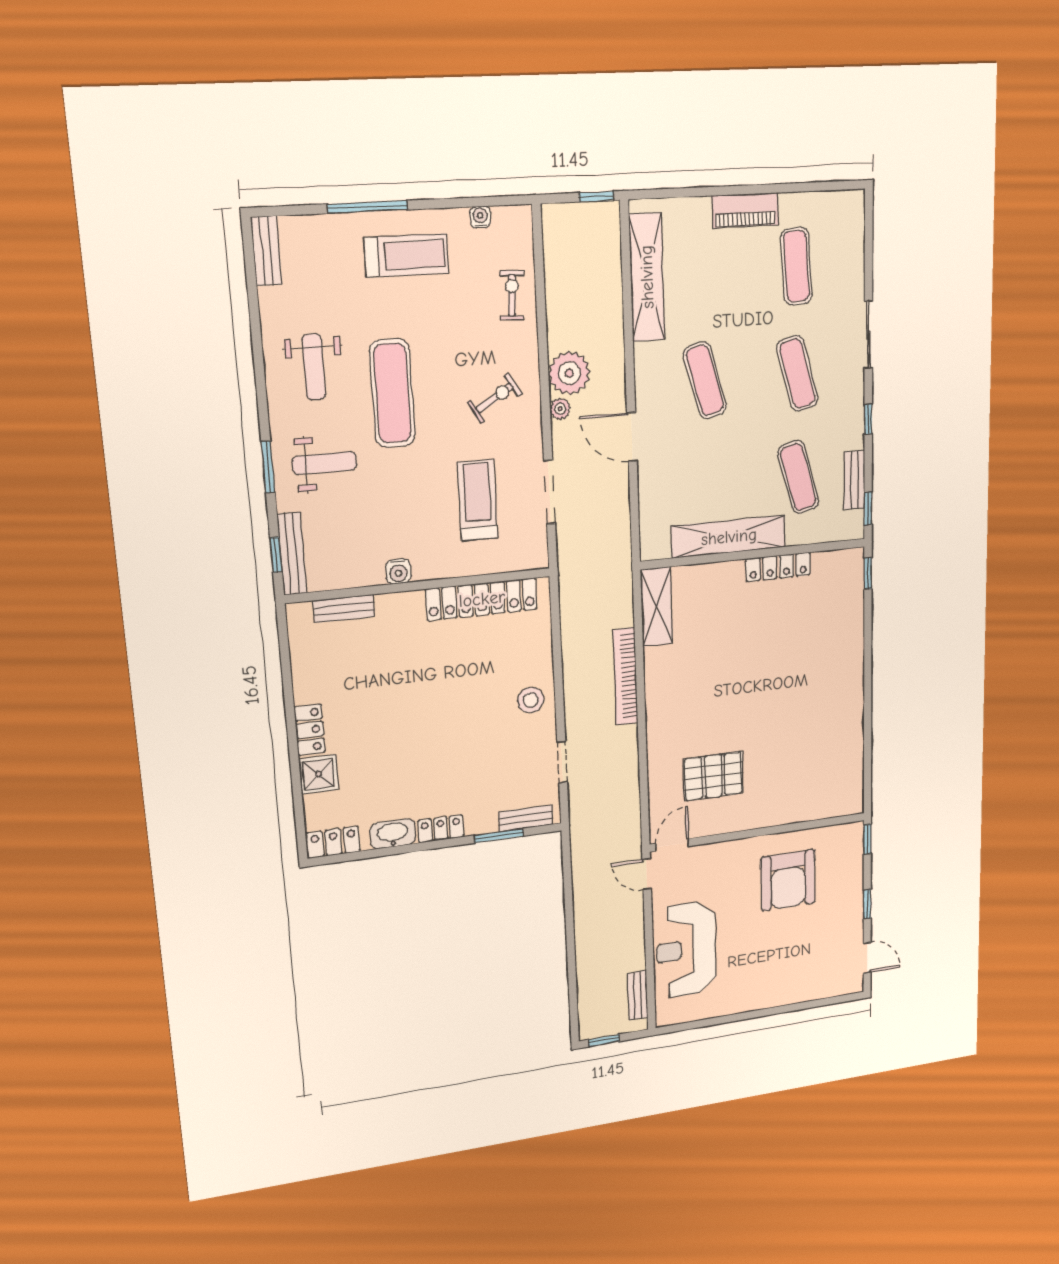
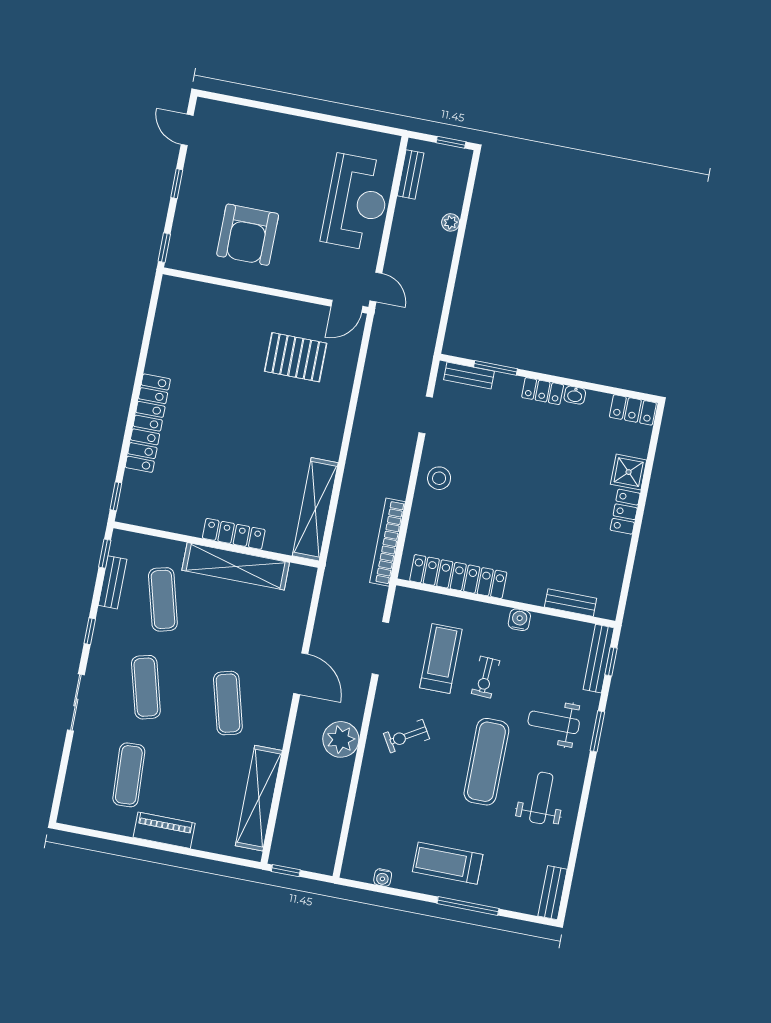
exercise bike: (512, 295) -> (486, 677), moved
plant: (560, 409) -> (451, 222), moved
treadmill: (478, 500) -> (441, 659), turned 180
locker: (778, 567) -> (234, 534), moved
shelving: (657, 607) -> (315, 509), width x1.47
locker: (850, 660) -> (148, 423), added
bookcase: (625, 676) -> (387, 542), moved, turned 180
washbasin: (393, 834) -> (575, 395), width x0.52, depth x0.69
armchair: (788, 880) -> (248, 235), turned 180

